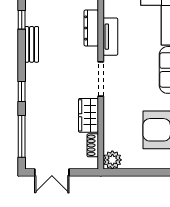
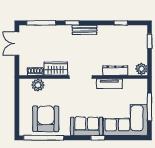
bench: (32, 44) -> (85, 30), moved
plant: (112, 160) -> (38, 85), moved

